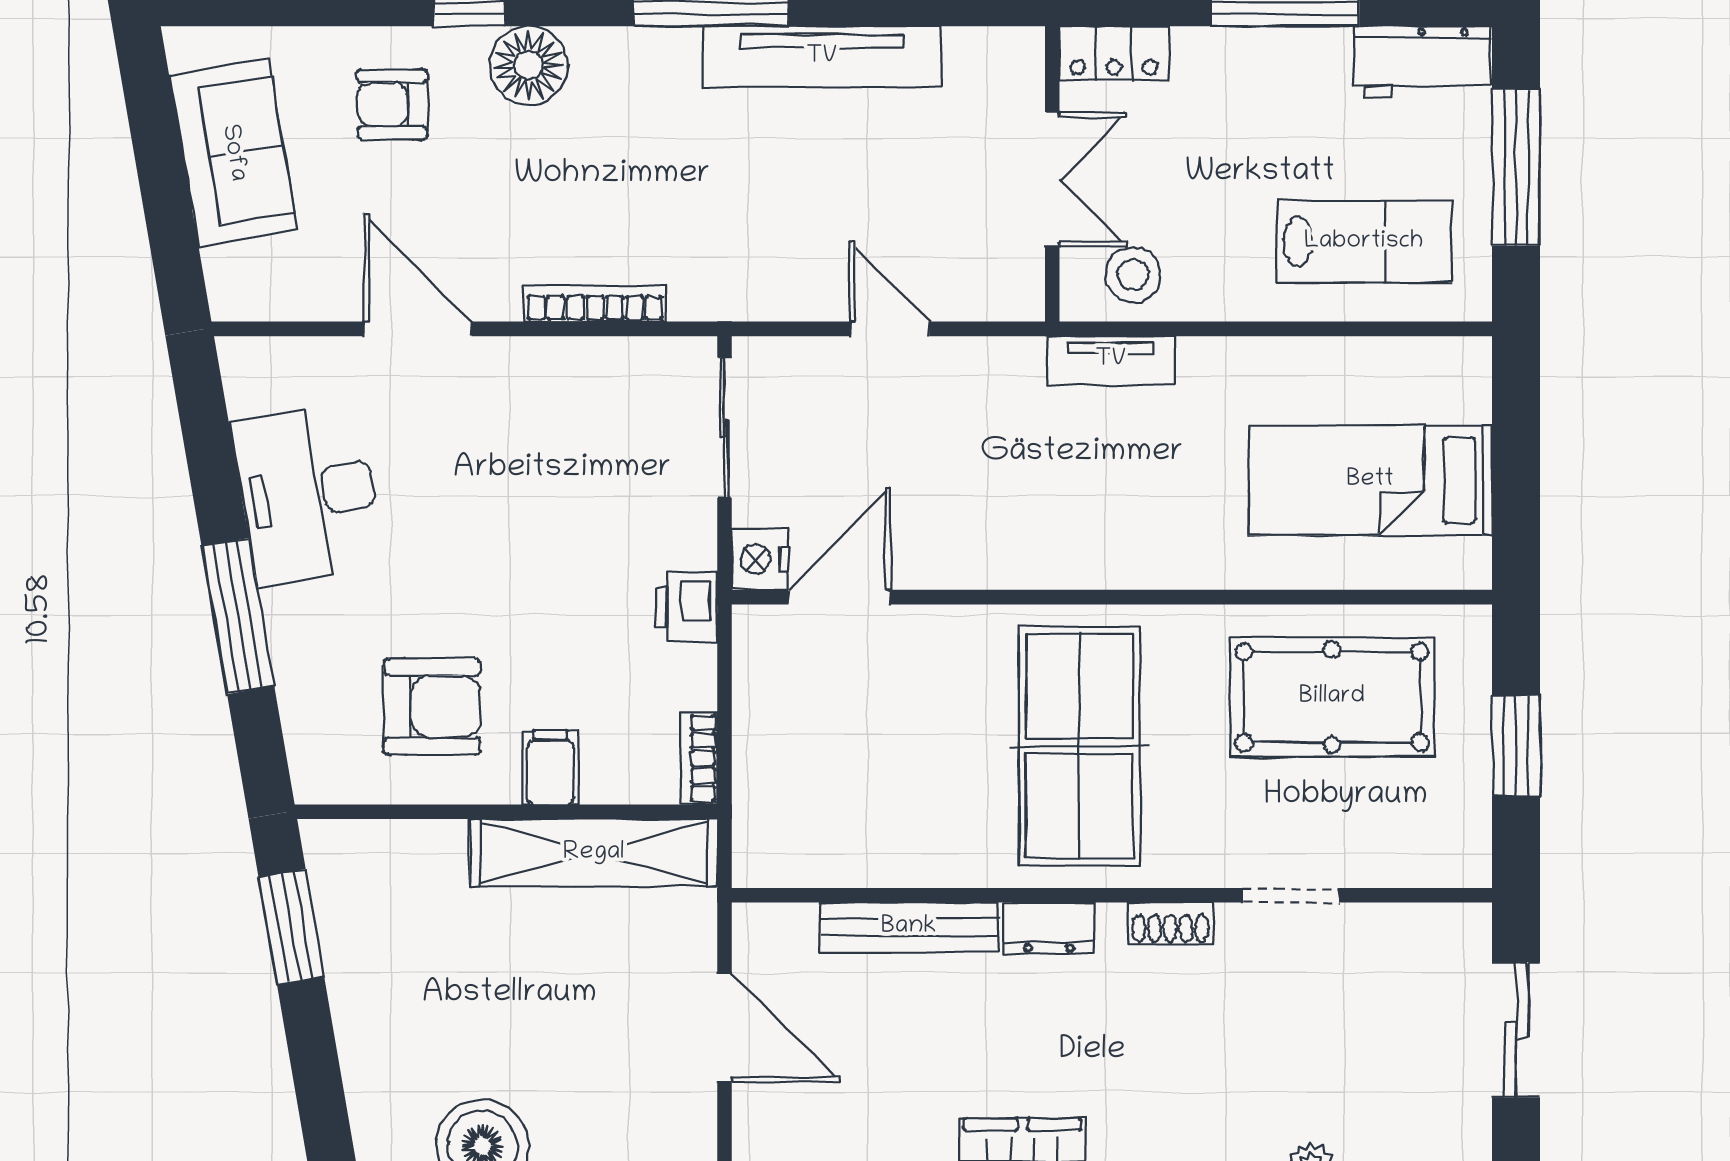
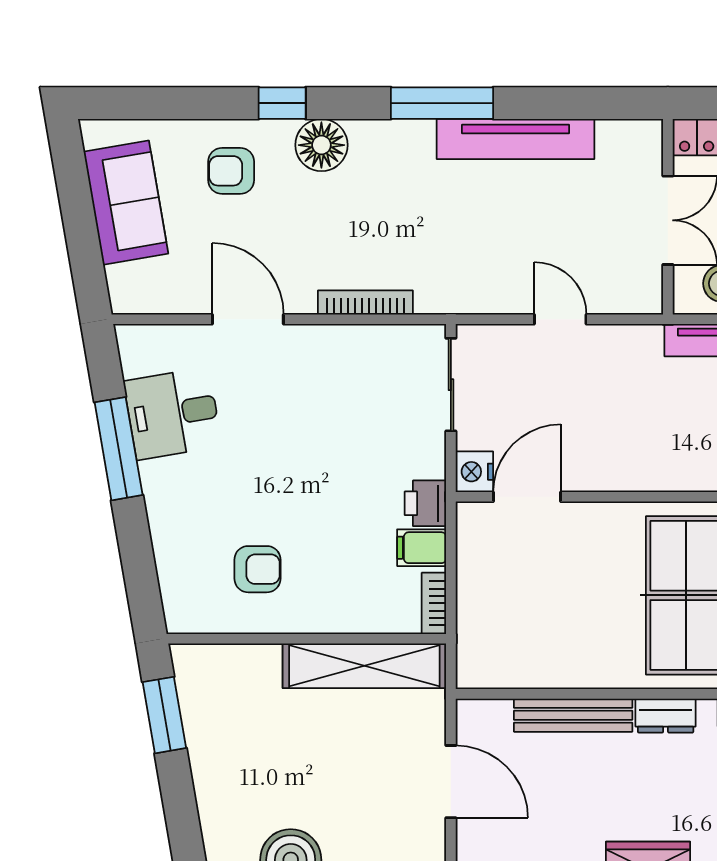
desk: (308, 494) -> (173, 414), width x0.73
window: (238, 616) -> (119, 449), moved
armchair: (432, 707) -> (257, 569), width x0.72, depth x0.72
filing cabinet: (550, 767) -> (422, 548), moved, turned -90

